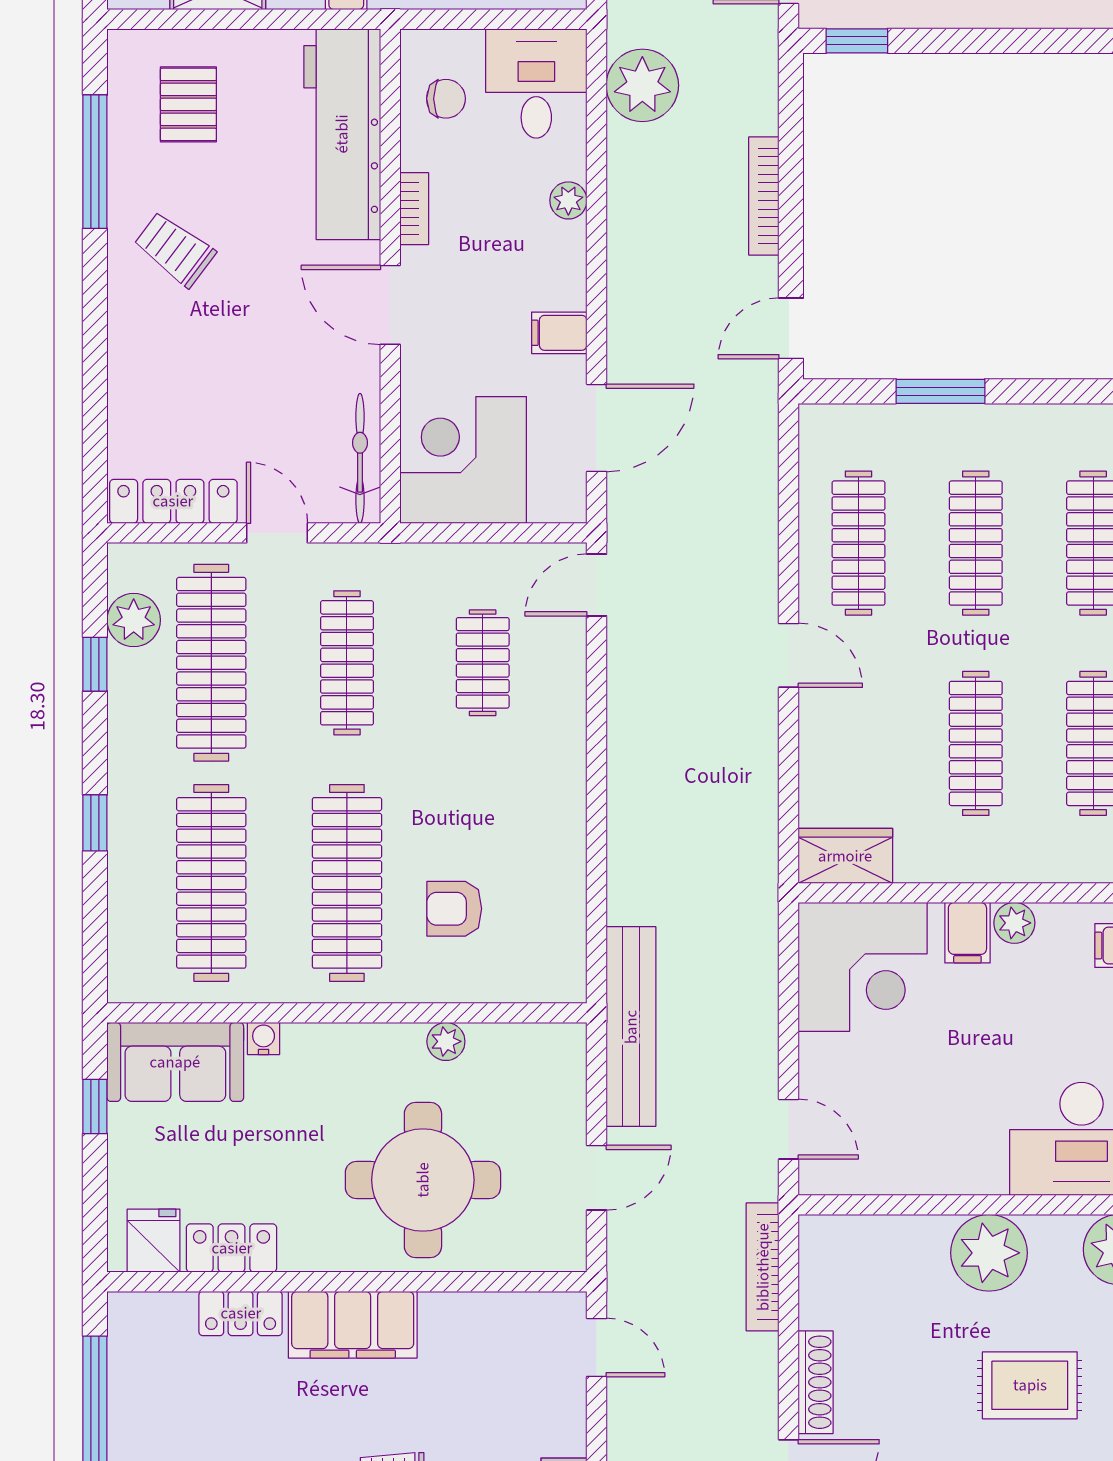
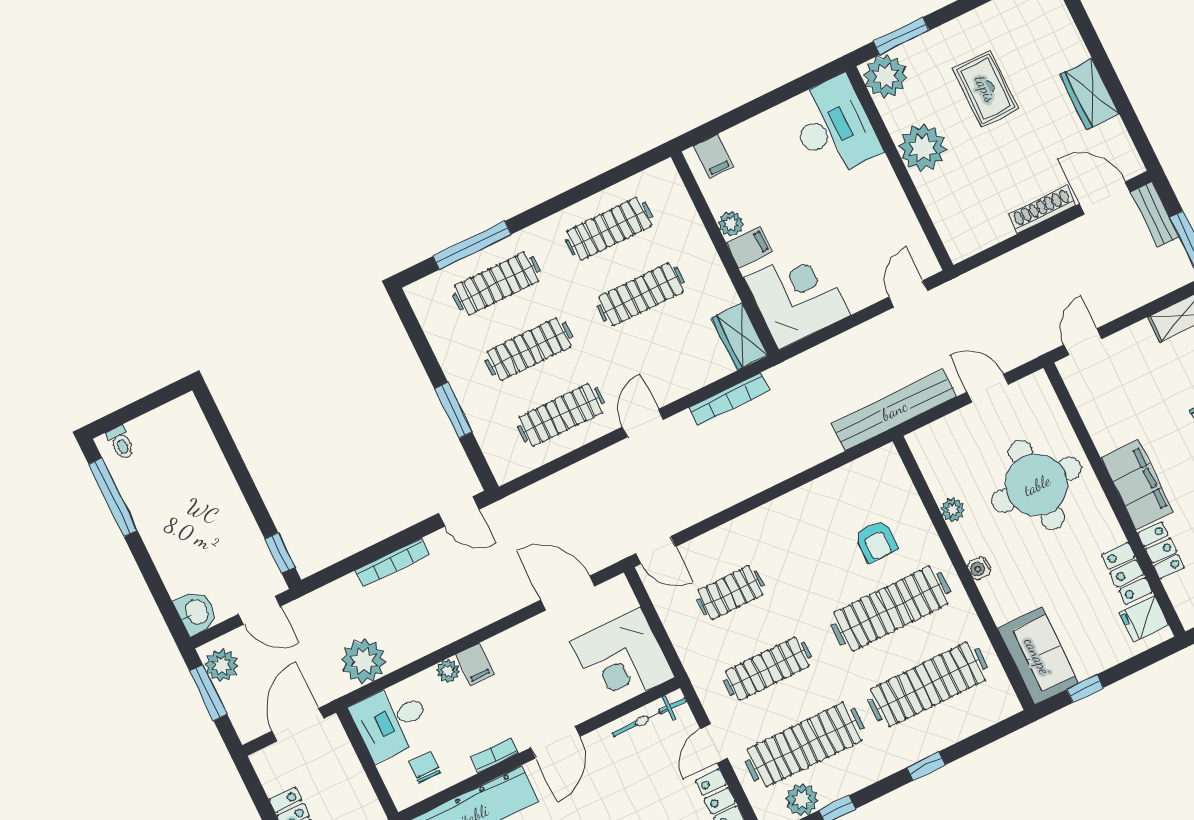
filing cabinet: (559, 333) -> (475, 664), moved
water cooler: (264, 1038) -> (979, 568), moved
bookcase: (763, 1267) -> (729, 399), moved

